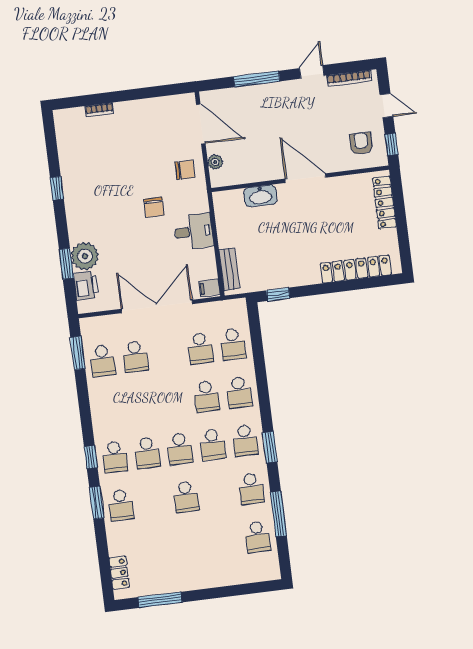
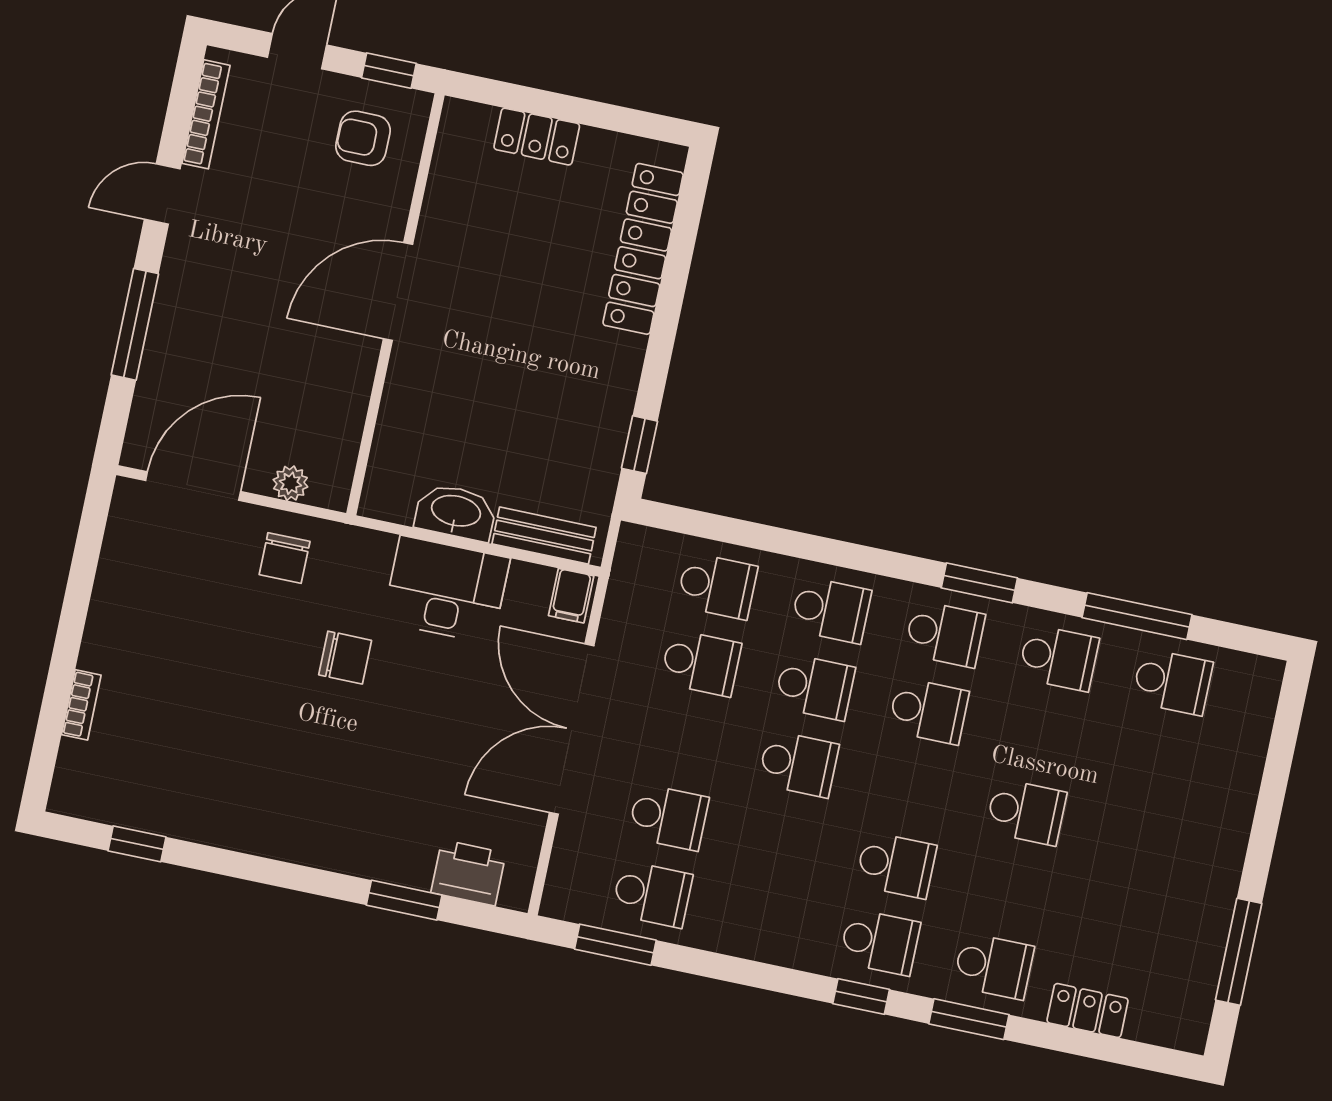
door: (312, 72) -> (162, 194), hinge flipped
chair: (185, 170) -> (285, 558), turned 180
window: (57, 188) -> (137, 844), moved
washbasin: (260, 196) -> (456, 512), moved, turned -90
locker: (384, 203) -> (537, 137), width x0.66
desk: (194, 232) -> (446, 590), width x1.37
plant: (85, 256) -> (401, 852), removed
school desk: (180, 449) -> (798, 764), moved
locker: (119, 573) -> (1088, 1011), moved

